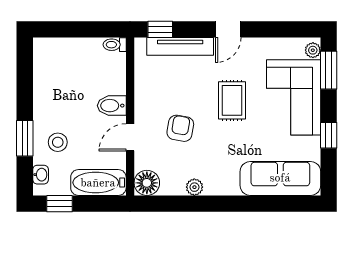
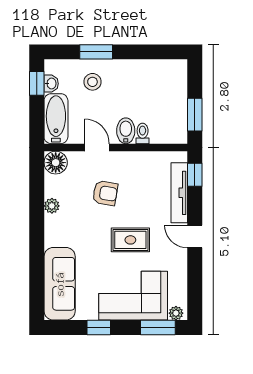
window: (94, 29) -> (195, 115), added
toilet: (115, 45) -> (143, 133), moved
washbasin: (41, 175) -> (51, 84), moved, turned -90

